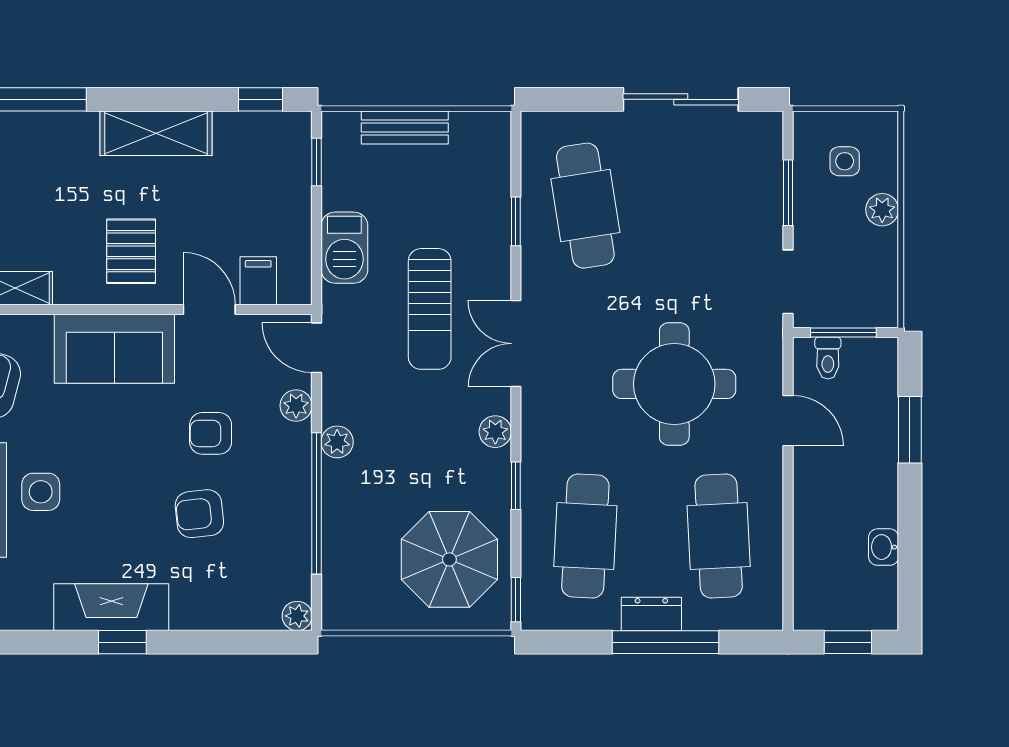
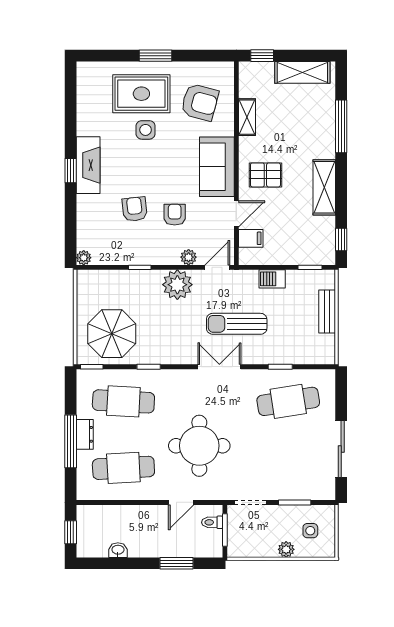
barbecue: (344, 248) -> (272, 279), width x0.73, depth x0.79
plant: (495, 432) -> (176, 357), removed
plant: (337, 442) -> (177, 285), width x1.88, depth x1.88
window: (317, 503) -> (140, 267), width x0.32

